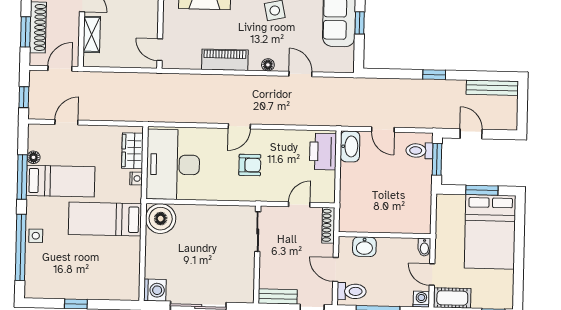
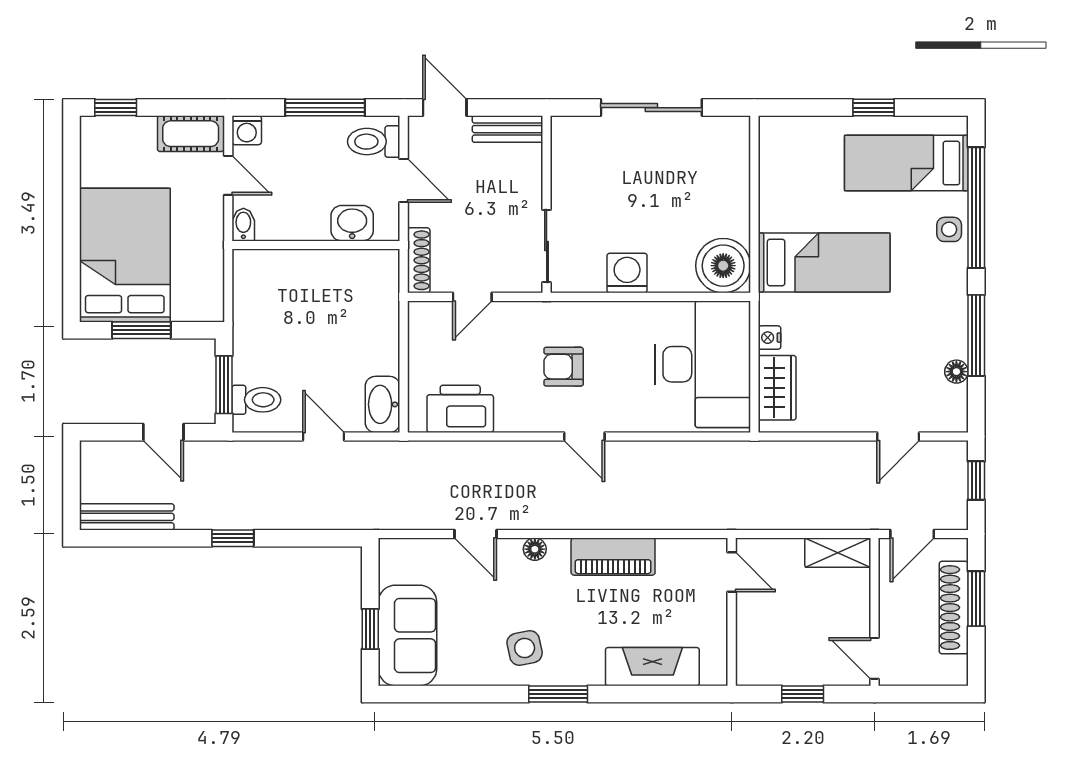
shelving: (92, 34) -> (838, 553), moved, turned 90
door: (239, 126) -> (584, 437), swing flipped
printer: (323, 152) -> (460, 409), moved, turned -90
bed: (61, 181) -> (906, 163), moved
washing machine: (155, 290) -> (627, 273), moved, turned 90

